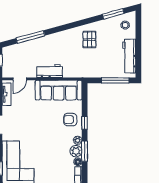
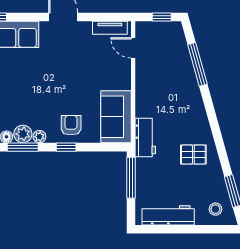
workbench: (50, 71) -> (145, 138), moved
window: (115, 80) -> (131, 178), moved
sofa: (59, 90) -> (116, 117), width x0.73

